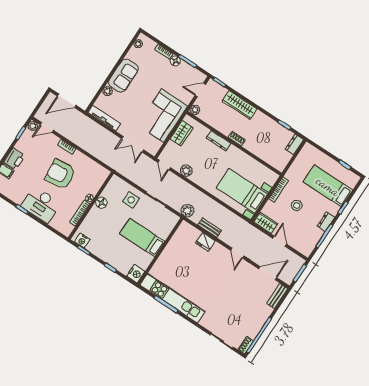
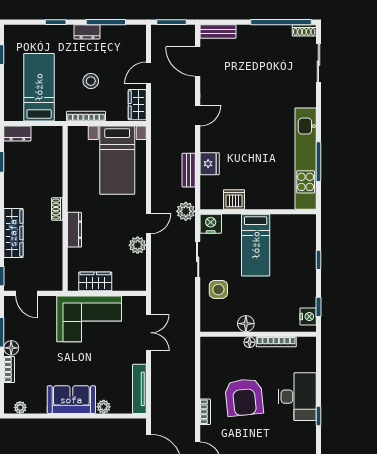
plant: (195, 110) -> (56, 284), removed
door: (164, 165) -> (149, 224), moved
bed: (328, 186) -> (39, 87), moved, turned 180
dishwasher: (176, 242) -> (234, 199), added
nightstand: (136, 274) -> (211, 224), moved

